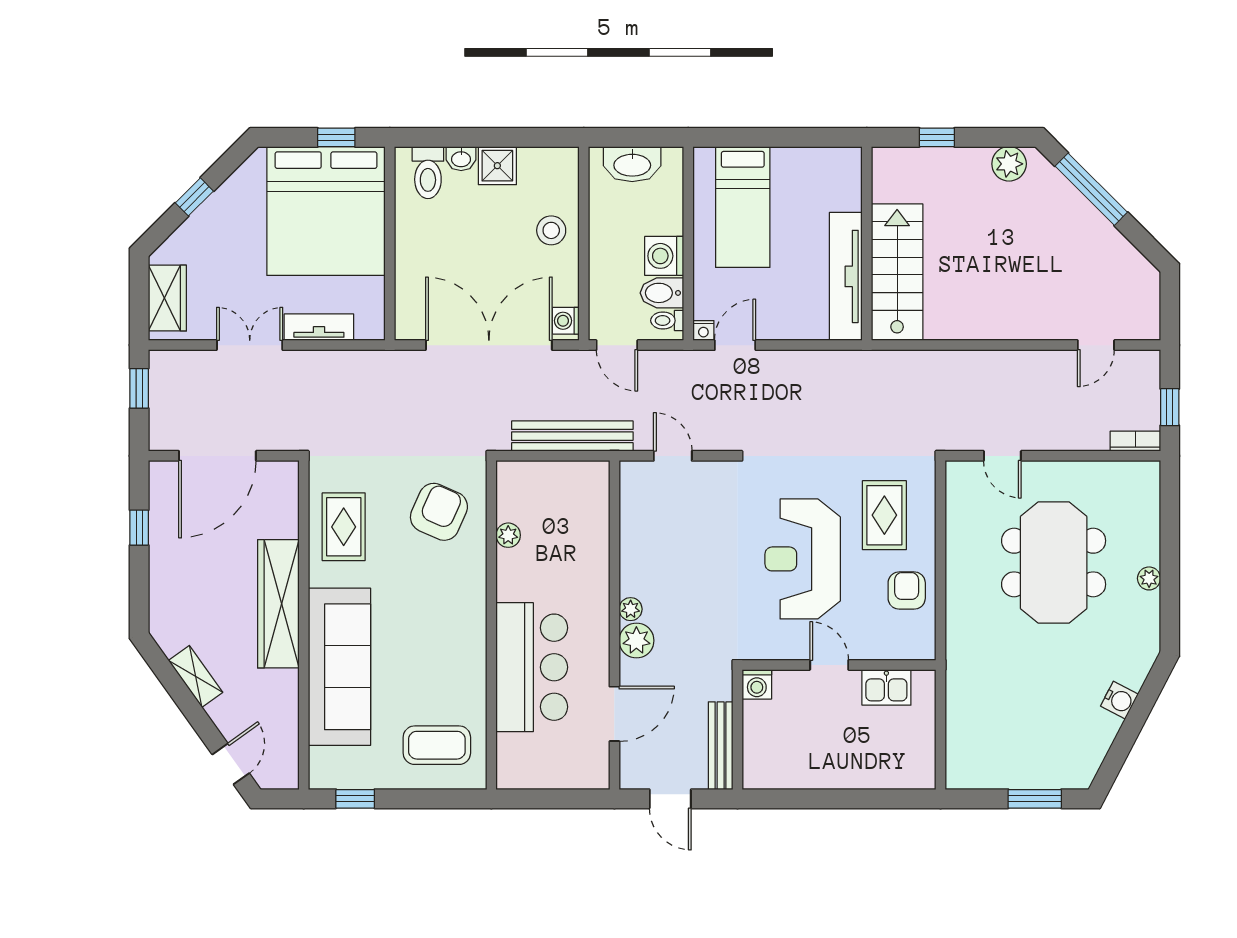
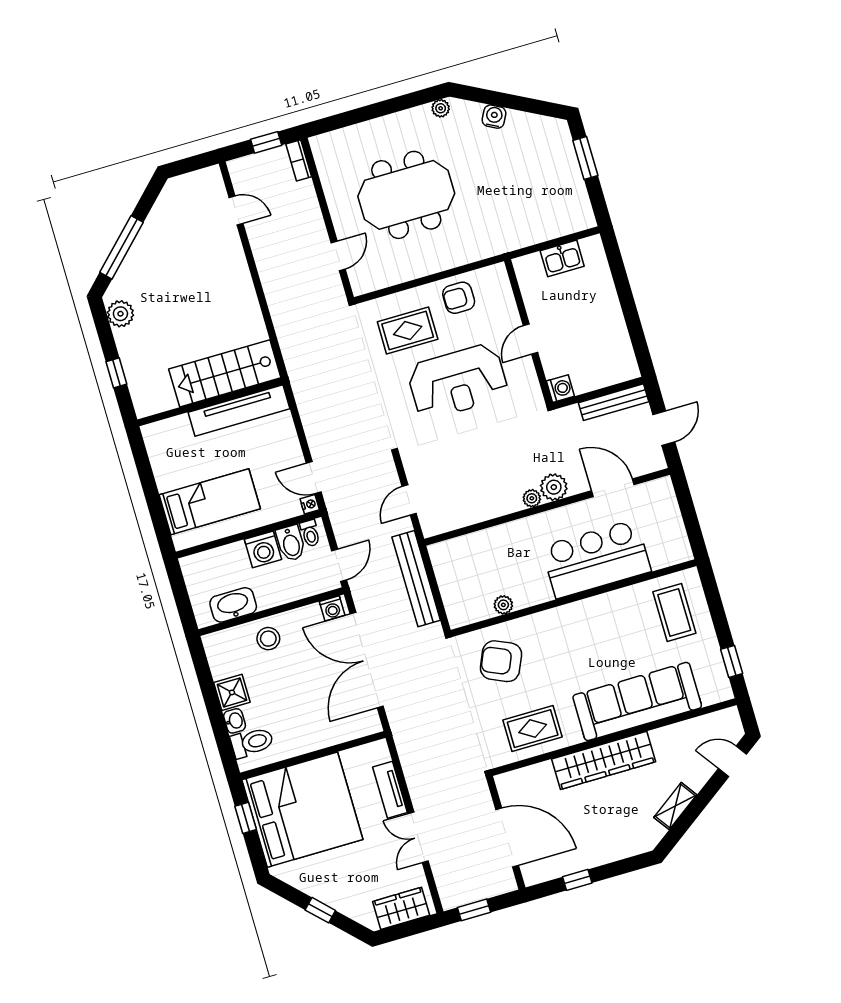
washbasin: (632, 164) -> (233, 605), moved, turned -90
plant: (1149, 578) -> (441, 108), moved
kitchen sink: (886, 687) -> (562, 258), moved, turned 90

